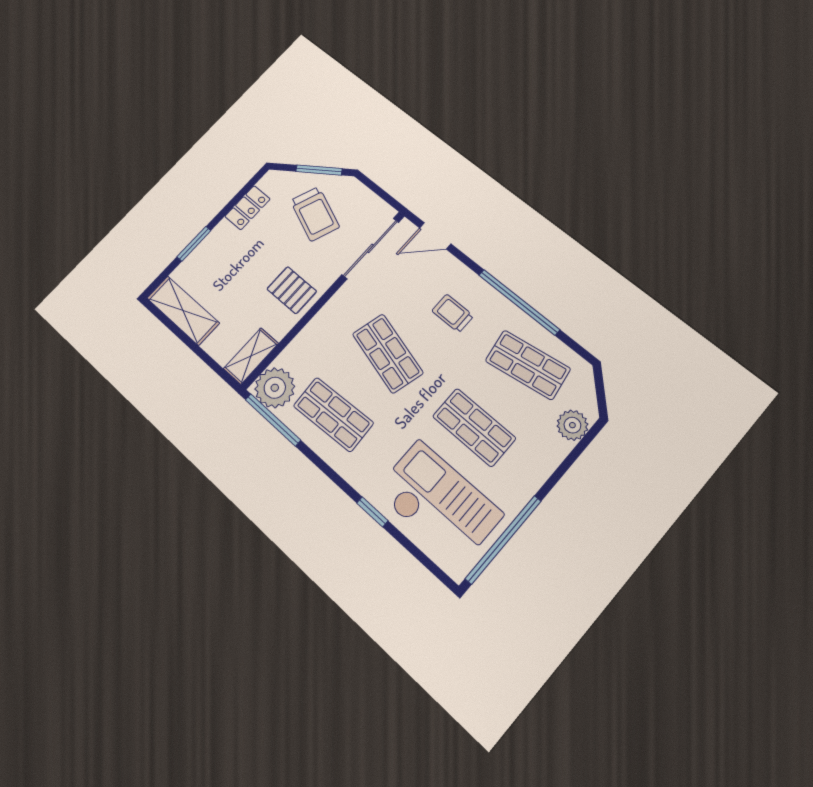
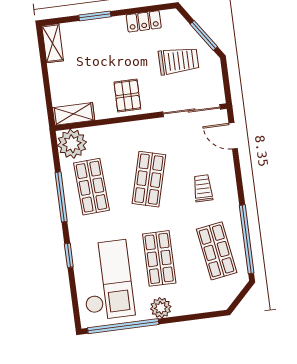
trolley: (315, 214) -> (179, 61), turned -112
window: (519, 302) -> (247, 239), moved
shelving: (183, 310) -> (53, 43), width x0.67, depth x0.75
window: (273, 420) -> (61, 197), moved
plant: (572, 425) -> (161, 308), moved

